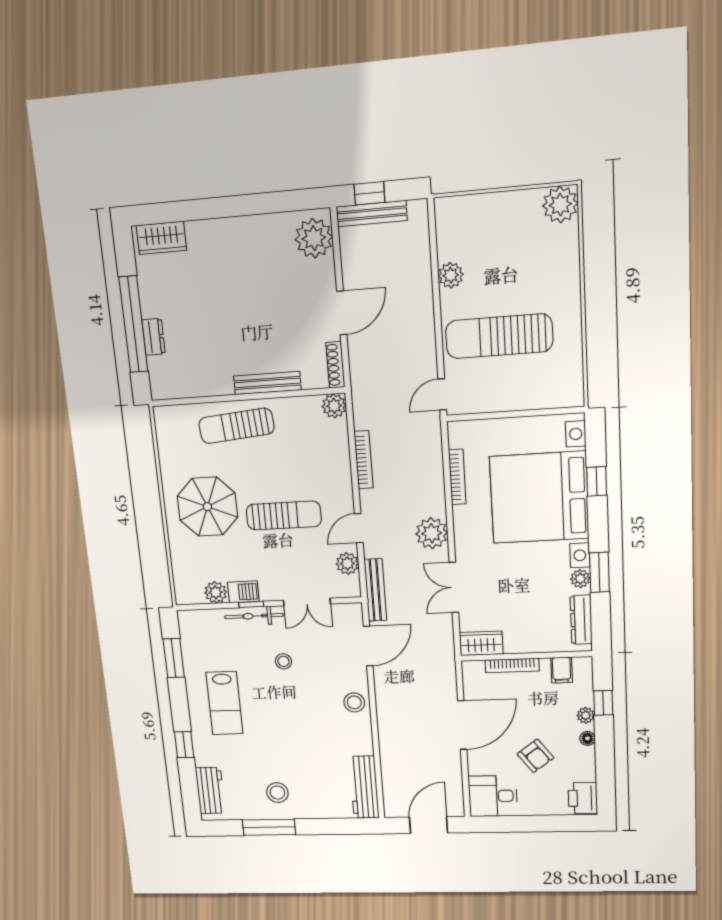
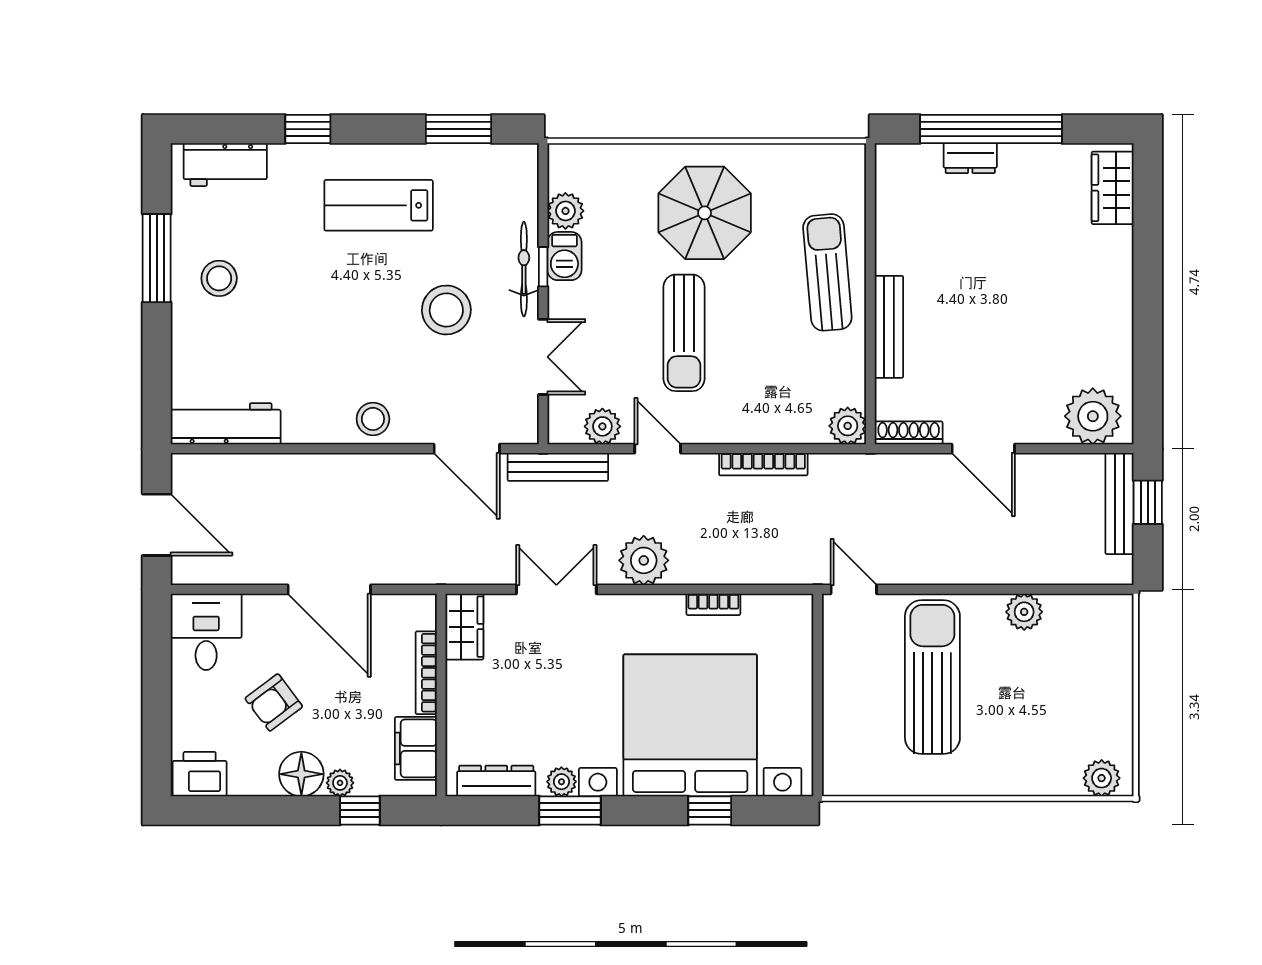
plant: (560, 205) -> (1102, 778), width x0.73, depth x0.73
bookcase: (457, 477) -> (713, 604), width x0.64
double door: (307, 602) -> (543, 357), swing flipped
stool: (283, 661) -> (446, 310), width x1.89, depth x1.89
filing cabinet: (562, 670) -> (416, 748), width x2.00
floor lamp: (587, 738) -> (301, 774), width x1.89, depth x1.89

